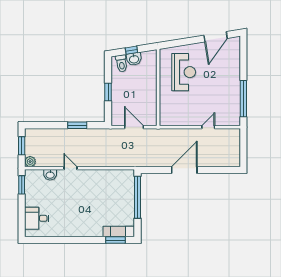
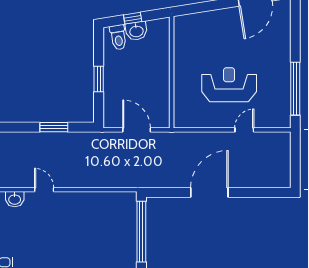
reception desk: (184, 72) -> (229, 85), moved, turned -90

